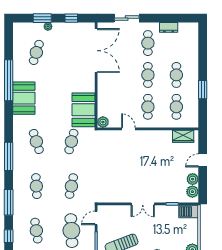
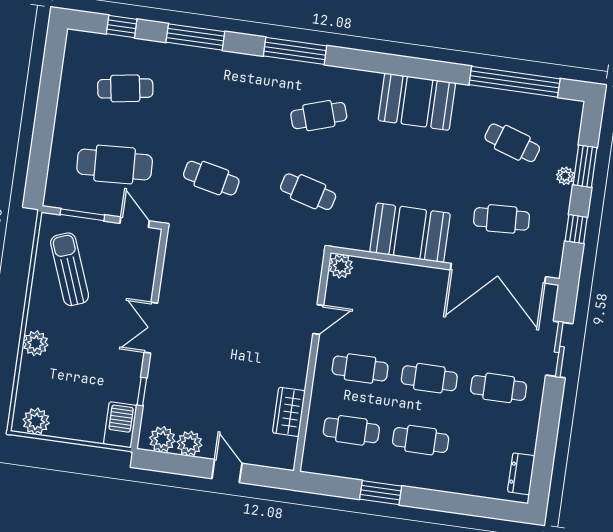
dresser: (169, 27) -> (521, 474), moved
window: (9, 80) -> (515, 82), moved
booth: (83, 110) -> (410, 233), moved
wardrobe: (183, 136) -> (289, 412), moved
cafe table: (36, 186) -> (502, 219), moved

